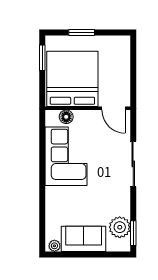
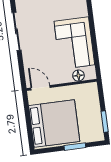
bed: (72, 79) -> (54, 123), moved, turned -90
sliding door: (133, 164) -> (17, 31), moved

